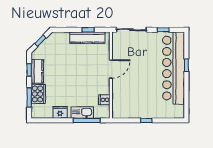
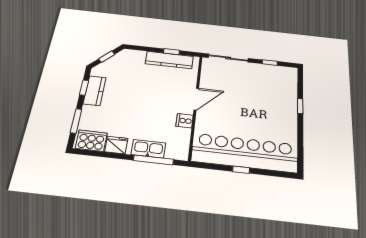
bar counter: (174, 68) -> (245, 153), moved, turned 90
cooker: (38, 94) -> (91, 141), moved, turned -90
cooker: (104, 100) -> (185, 121), moved

